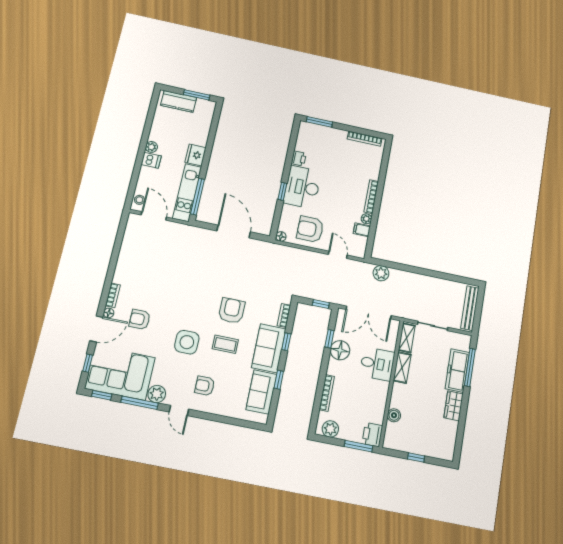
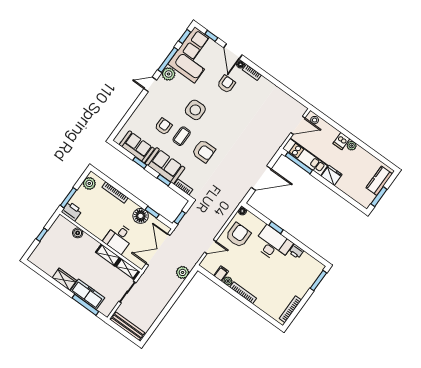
armchair: (205, 386) -> (163, 126), moved

